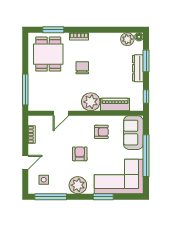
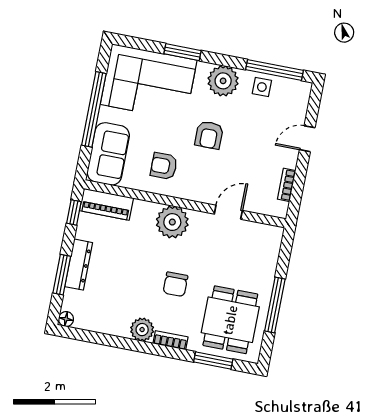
plant: (127, 39) -> (142, 330), moved
window: (25, 89) -> (275, 305), moved
piano: (115, 105) -> (106, 204), moved
side table: (44, 180) -> (262, 87), moved

